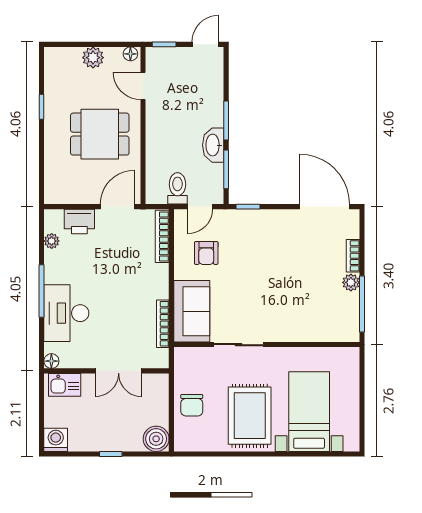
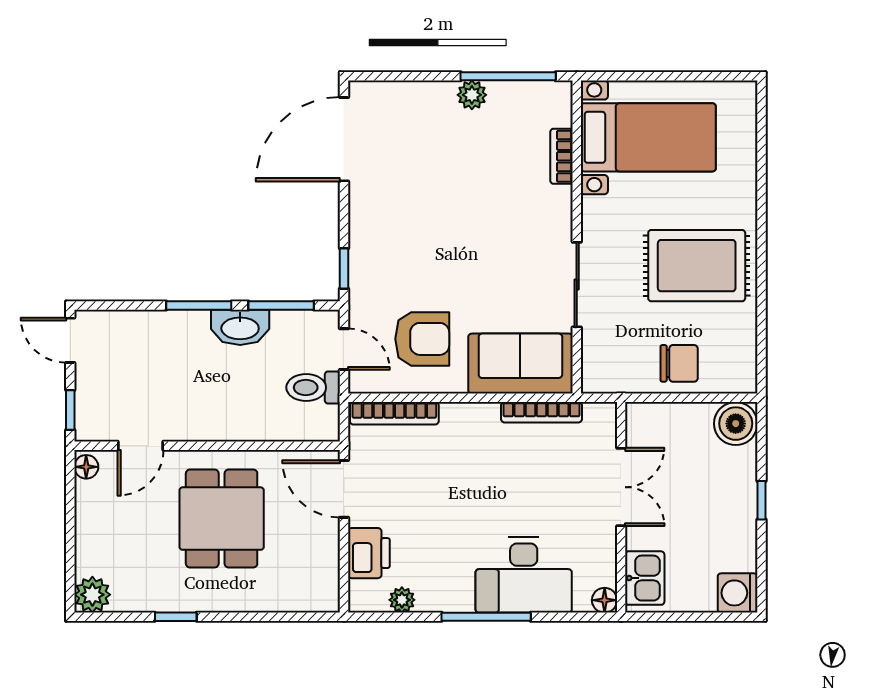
plant: (93, 58) -> (92, 595), moved
armchair: (206, 253) -> (422, 339), width x1.38, depth x1.38
bookcase: (353, 256) -> (561, 156), moved, turned 90
bed with nightstands: (309, 412) -> (648, 137), moved, turned 180

